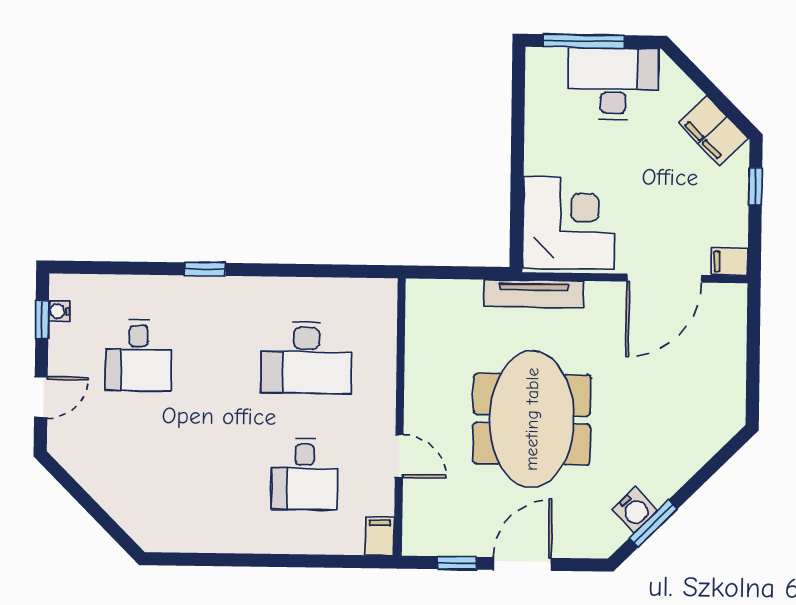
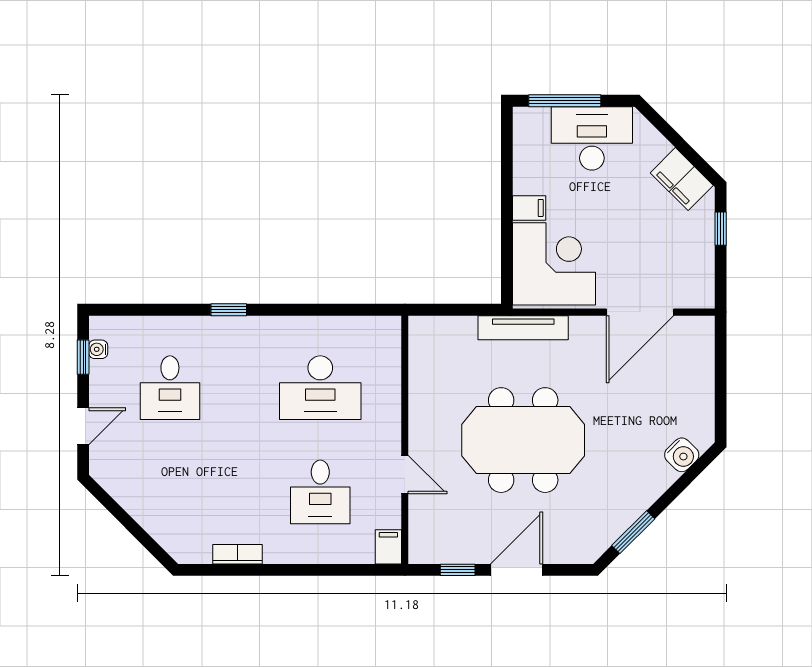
filing cabinet: (730, 261) -> (529, 208), moved, turned 180
meeting table: (532, 419) -> (523, 440), turned 90
water cooler: (635, 510) -> (682, 455), moved
bookcase: (211, 542) -> (238, 554), added

